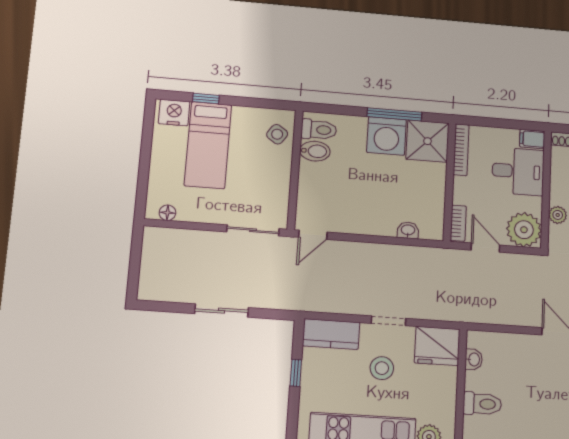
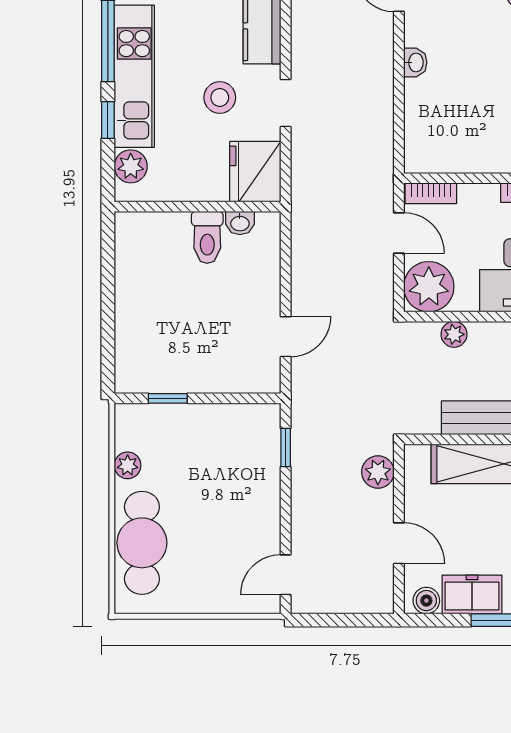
washbasin: (408, 230) -> (415, 62), moved
door: (485, 248) -> (399, 233), hinge flipped
toilet: (482, 404) -> (207, 237), moved

